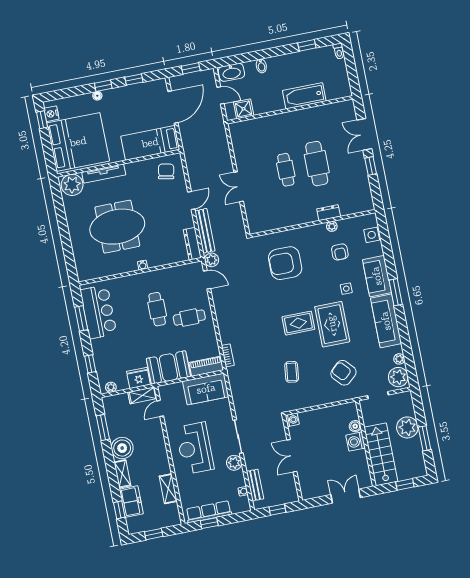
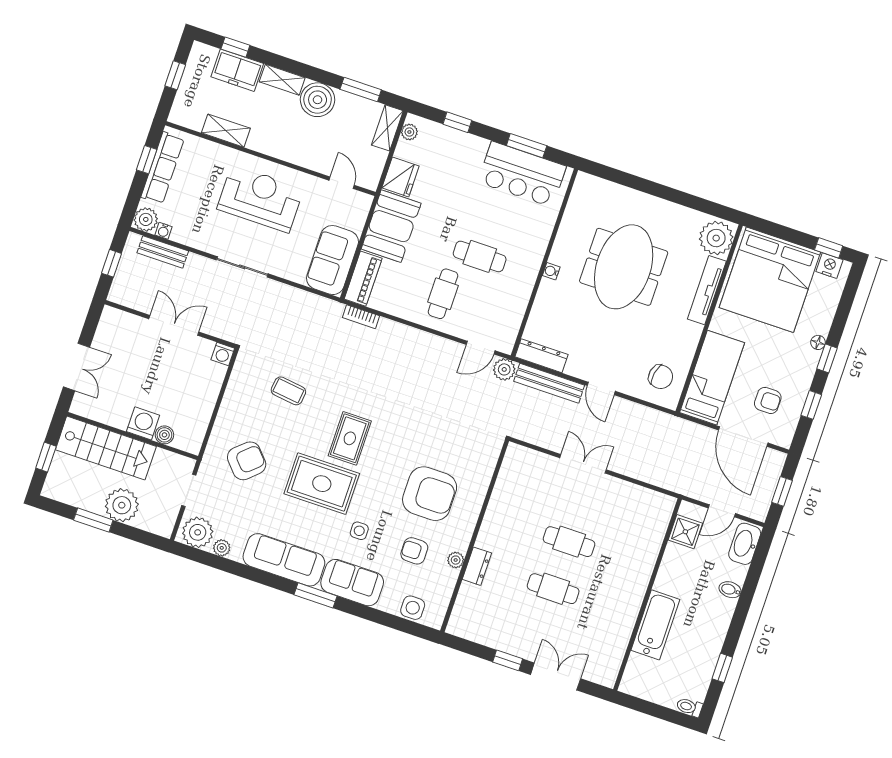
armchair: (145, 105) -> (768, 400), added
cafe table: (317, 164) -> (553, 589), width x0.73, depth x0.74
armchair: (285, 263) -> (430, 494), moved, turned 90
shelving: (142, 395) -> (387, 128), moved
plant: (234, 463) -> (146, 219), moved

